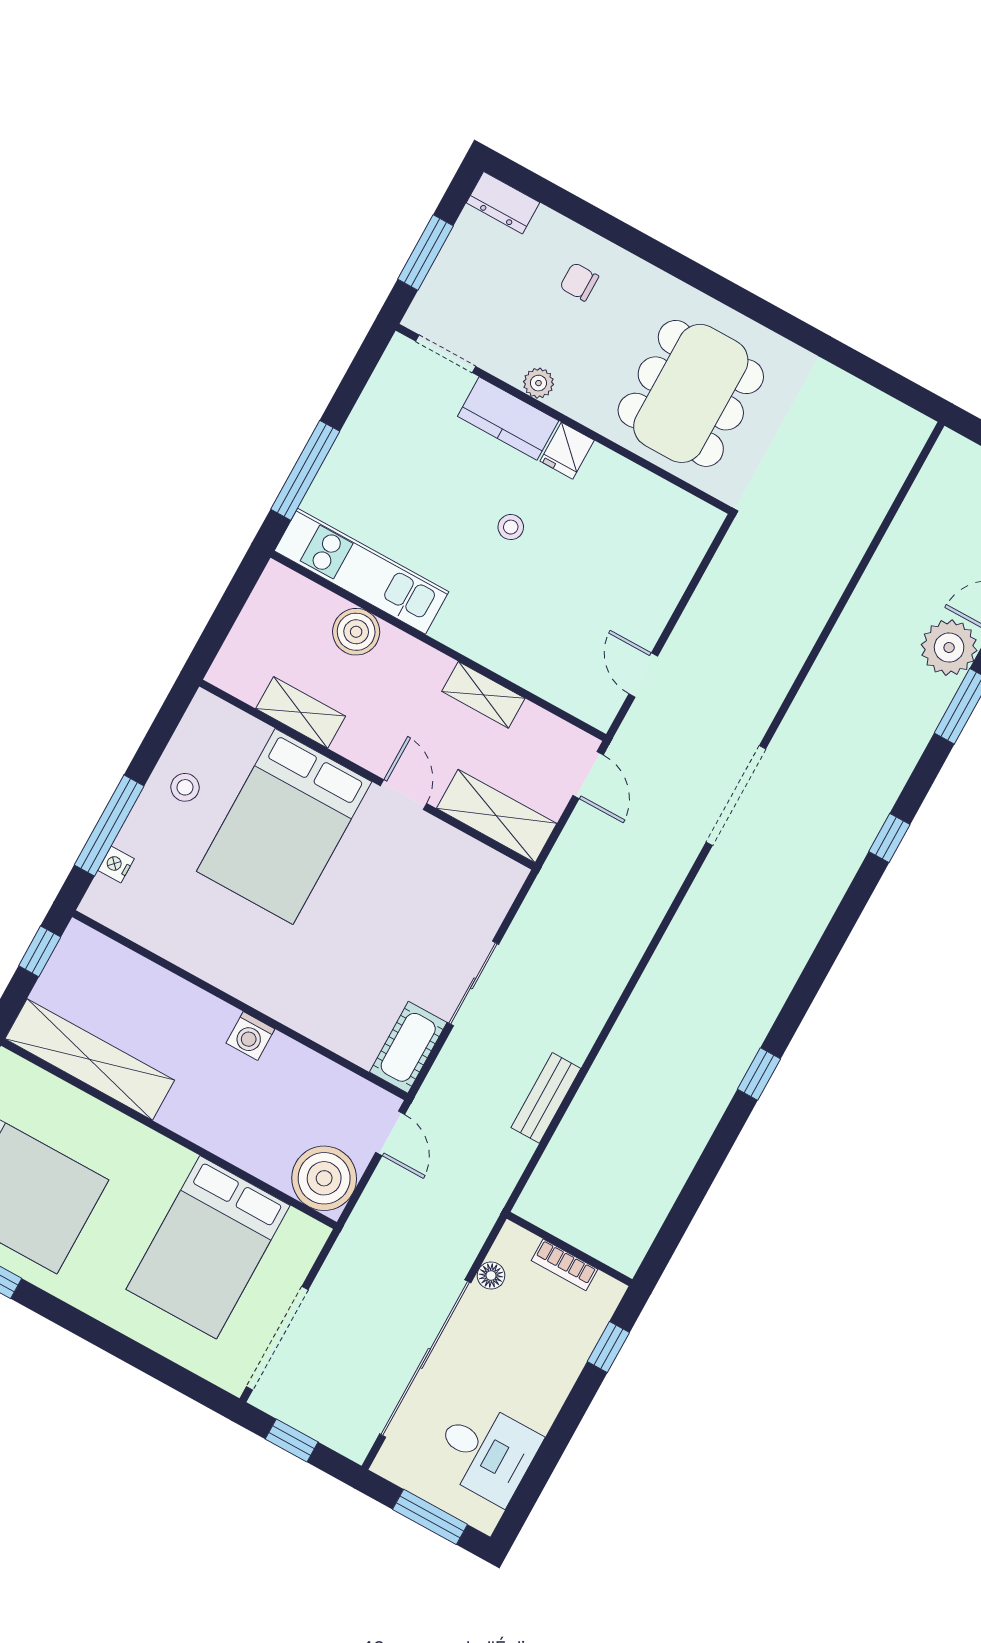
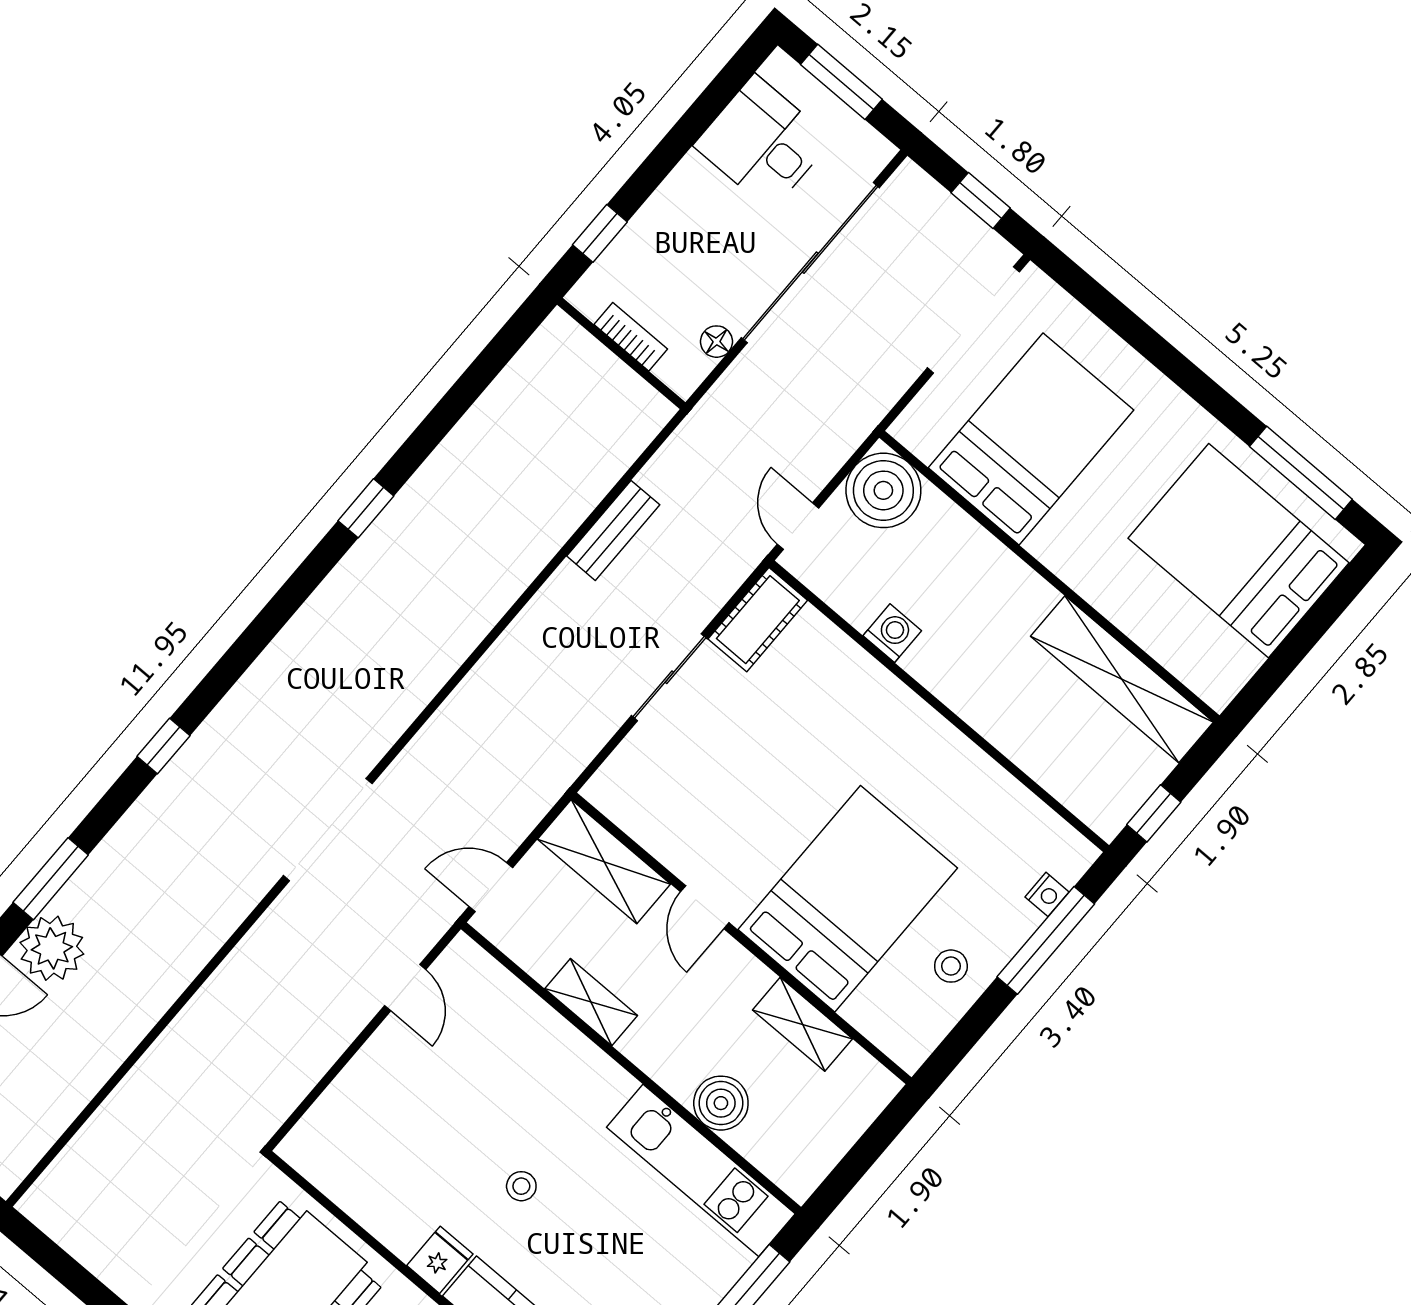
door: (588, 775) -> (491, 887), hinge flipped
washing machine: (250, 1036) -> (892, 633), moved

